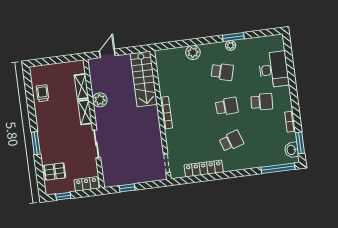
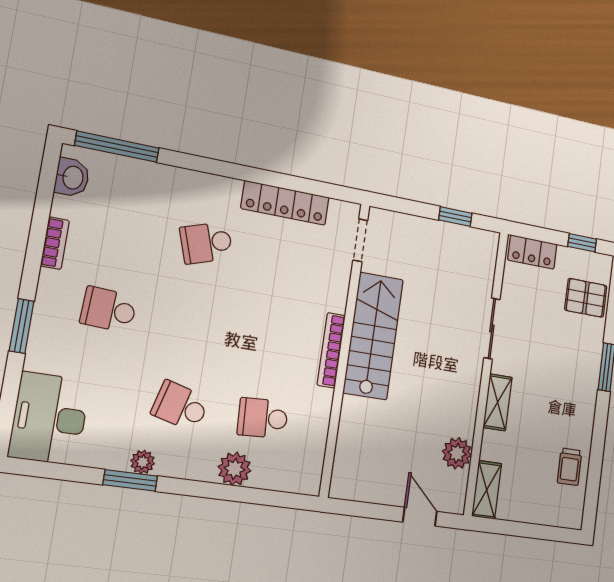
door: (107, 53) -> (420, 517), swing flipped
desk: (274, 70) -> (49, 418), moved
stairs: (144, 79) -> (373, 336), moved
shelving: (81, 87) -> (487, 490), moved
plant: (100, 100) -> (457, 453), moved
school desk: (227, 106) -> (263, 418), moved
window: (300, 143) -> (22, 326), moved

